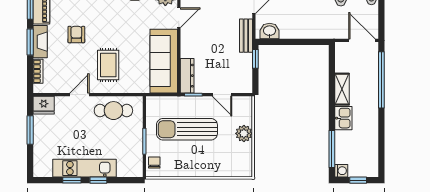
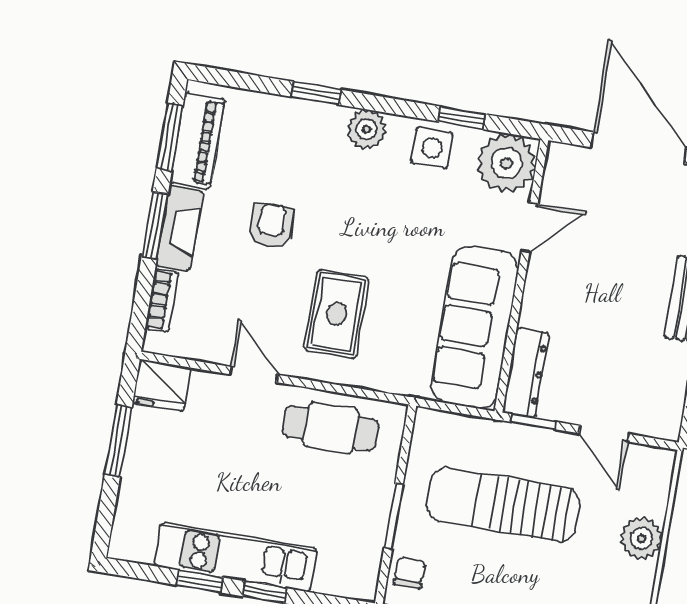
door: (79, 95) -> (254, 374), hinge flipped

